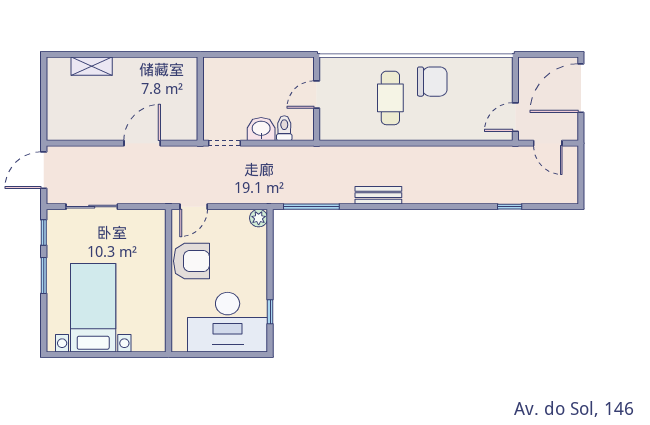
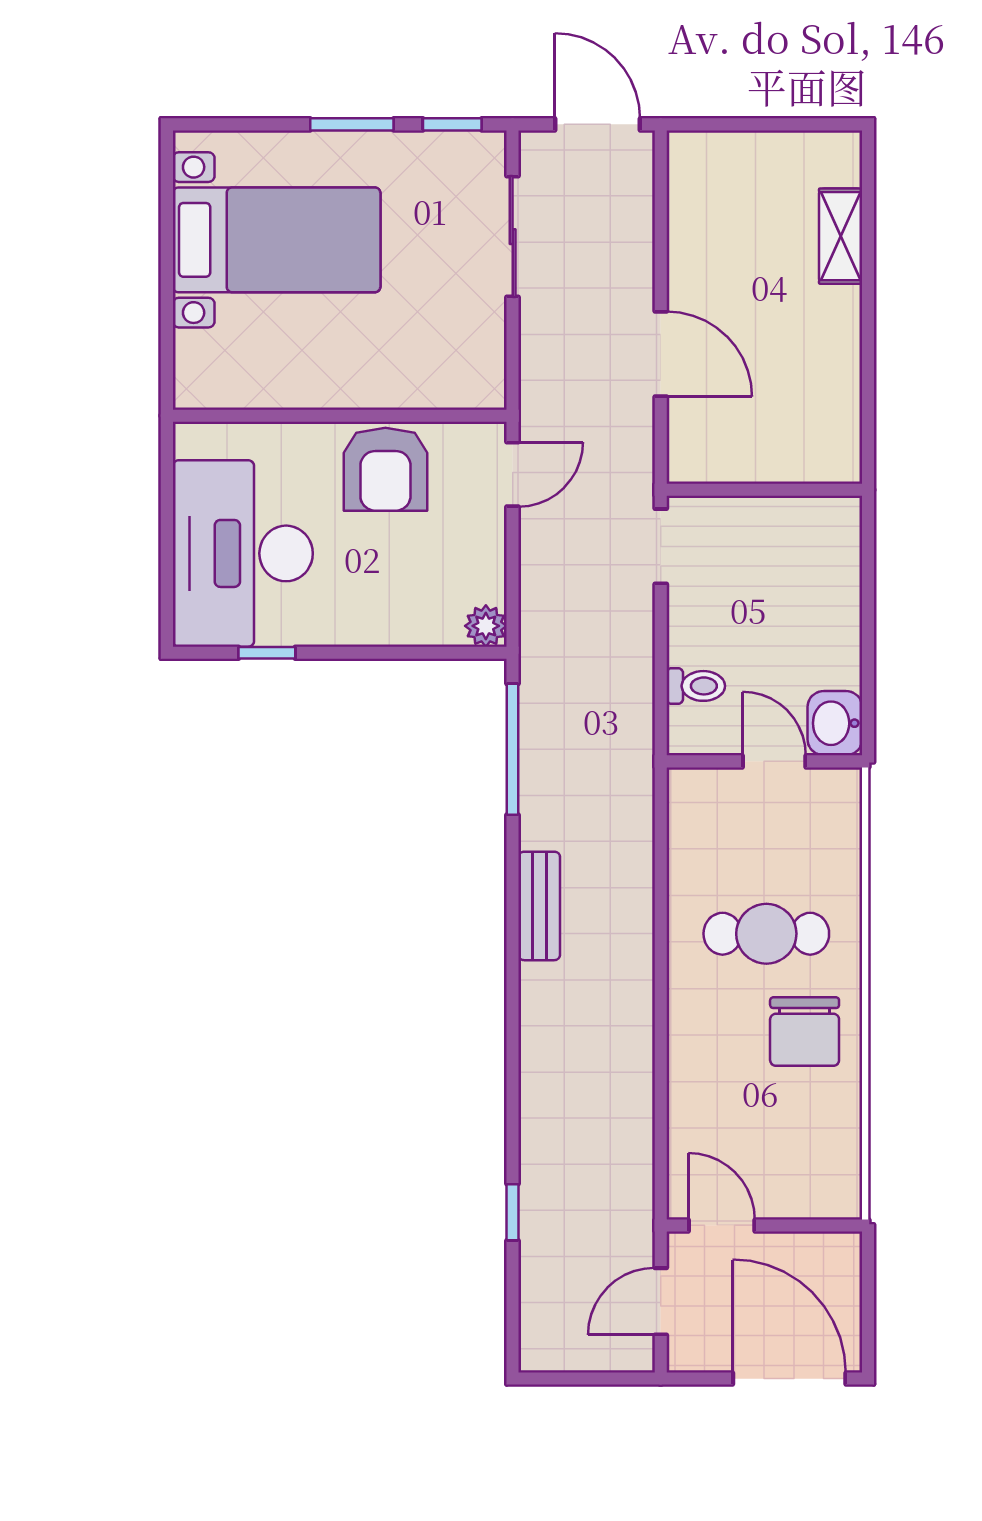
washbasin: (261, 129) -> (835, 723), moved, turned 180
door: (194, 207) -> (513, 474), swing flipped

